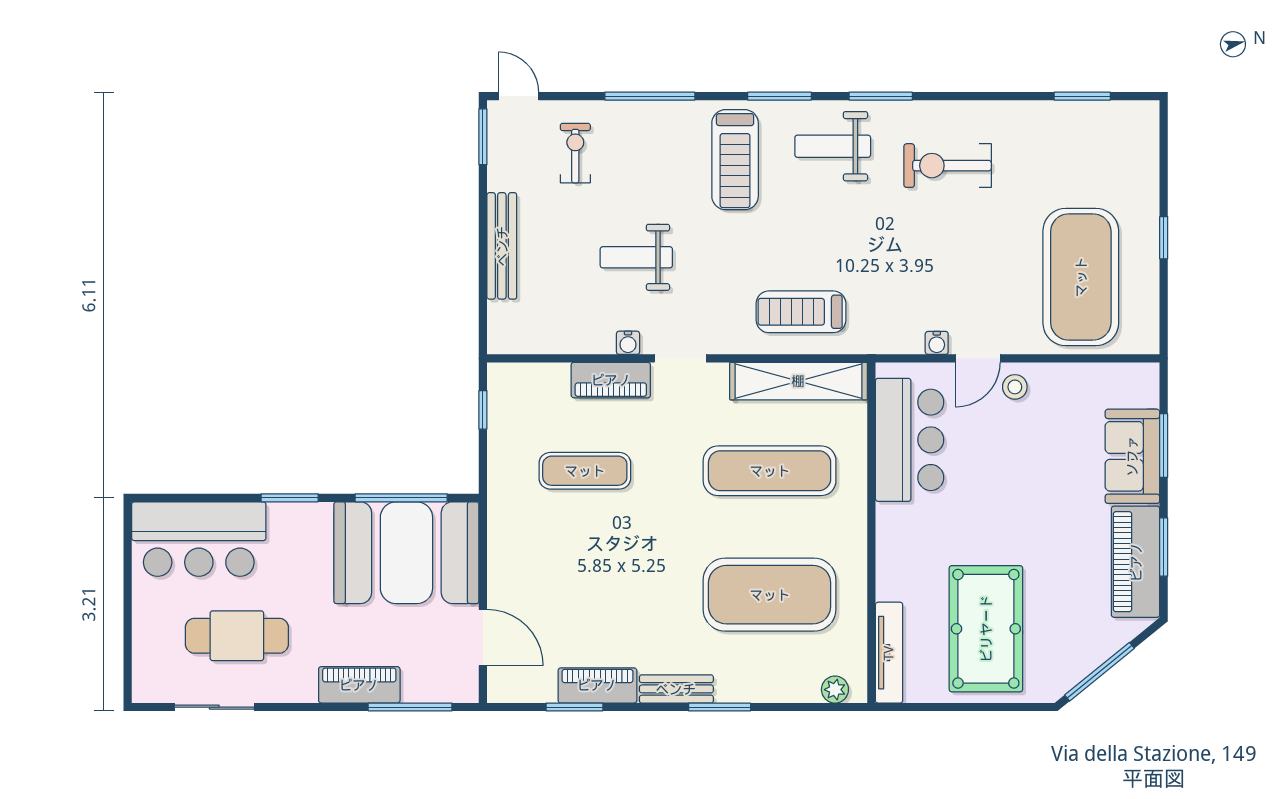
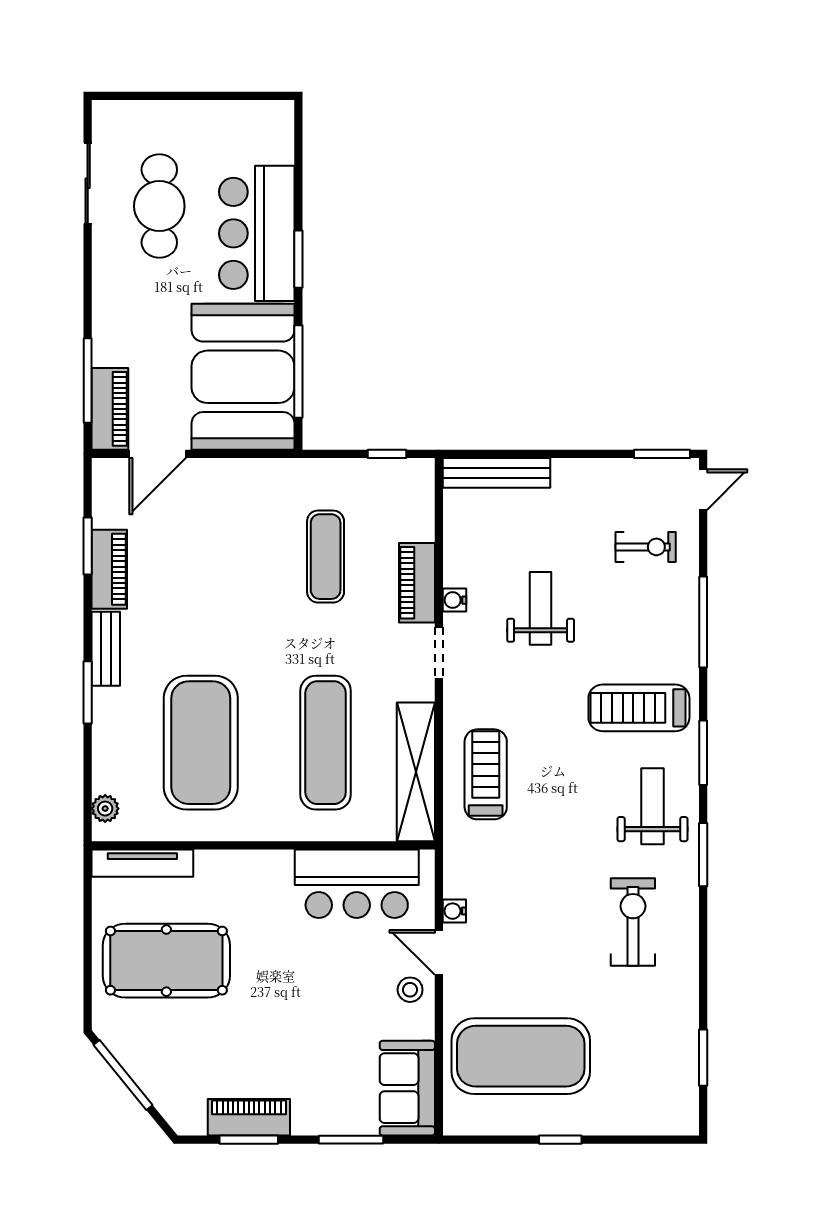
bench: (502, 246) -> (496, 473), moved
sofa: (1132, 456) -> (407, 1088), moved, turned -90
bar counter: (199, 539) -> (257, 233), moved
piano: (1136, 562) -> (249, 1117), width x0.73, depth x0.75
piano: (359, 685) -> (110, 409), moved

